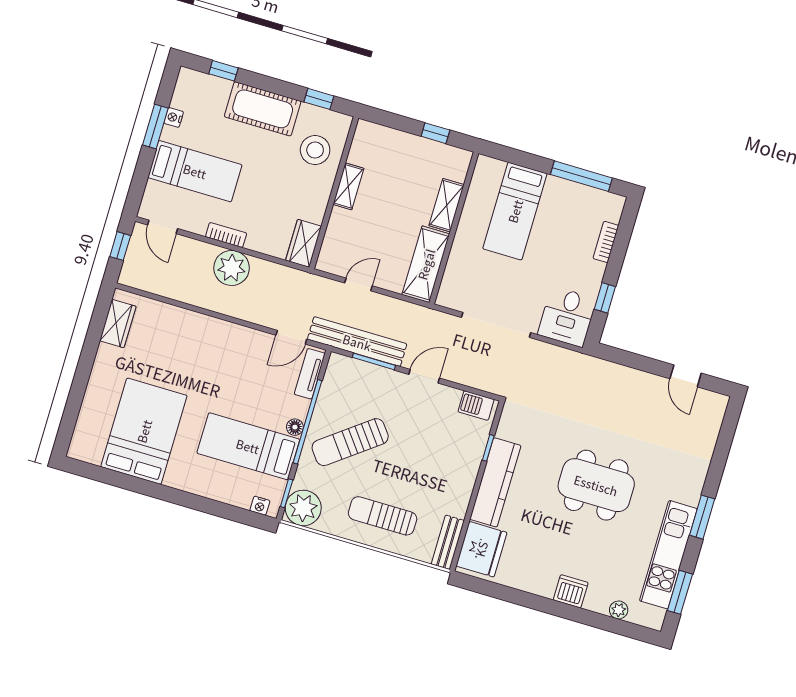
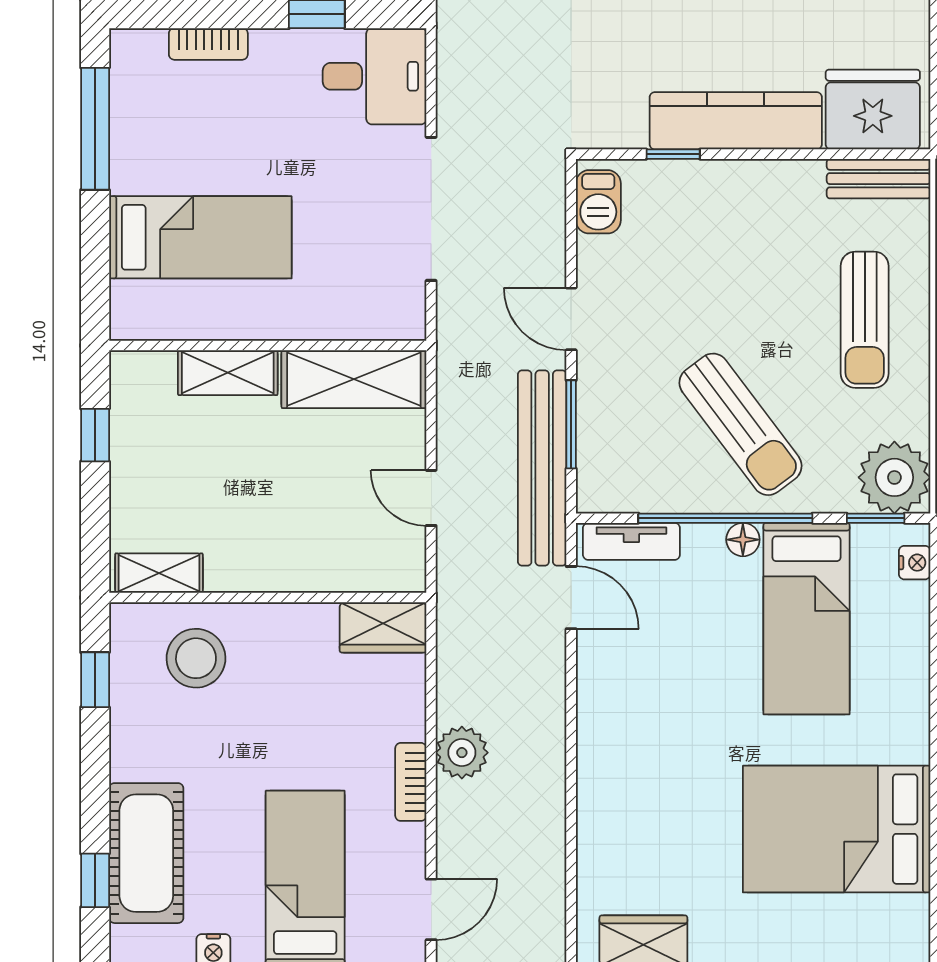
cot: (263, 109) -> (146, 853), moved
shelving: (348, 186) -> (159, 573), moved
plant: (232, 268) -> (462, 753), width x0.73, depth x0.73

